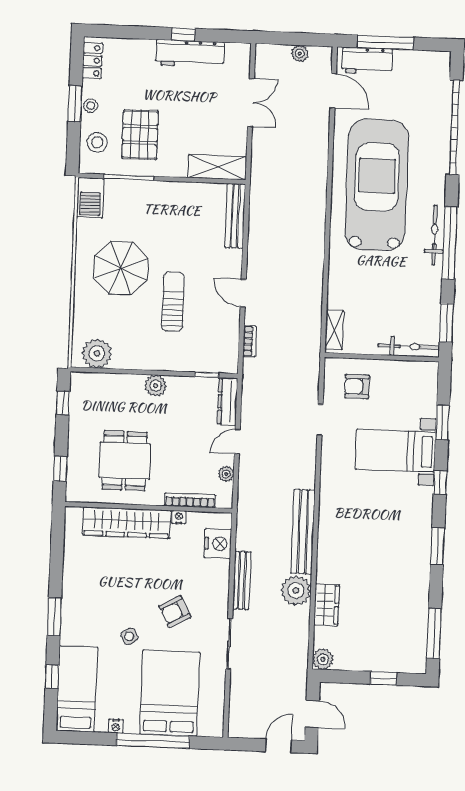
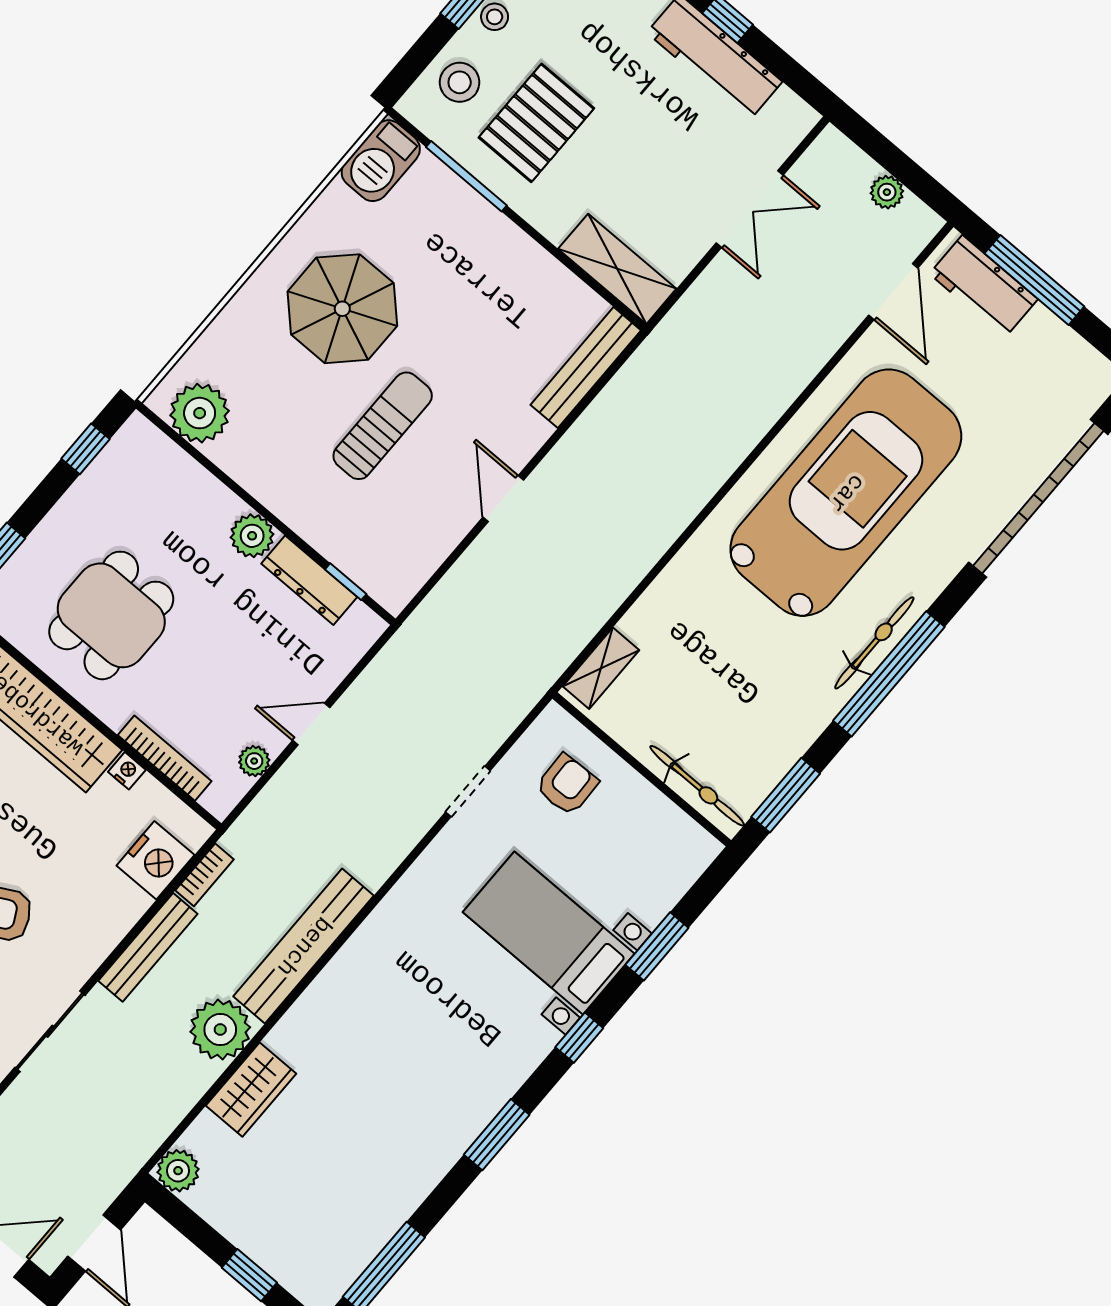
bookcase: (249, 341) -> (204, 875), moved
armchair: (357, 386) -> (567, 785), turned 88
dresser: (227, 401) -> (309, 580), moved, turned -90

